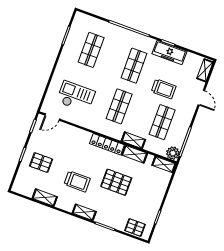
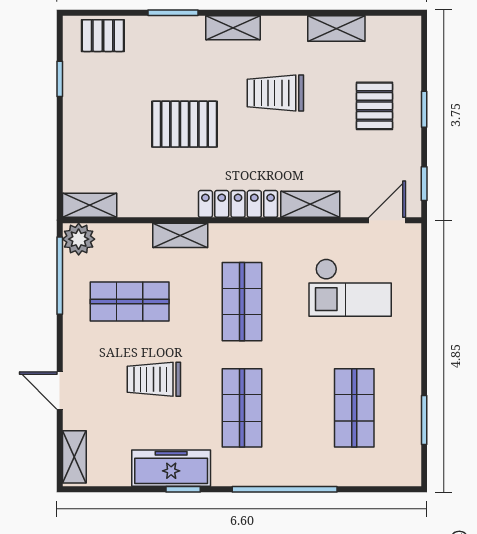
shop shelf: (162, 122) -> (130, 302), turned 90
shelving: (135, 154) -> (310, 204), moved
pallet: (41, 163) -> (374, 106), turned 90

